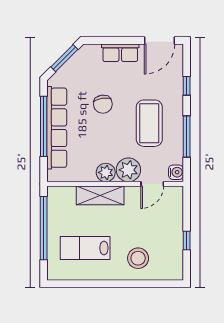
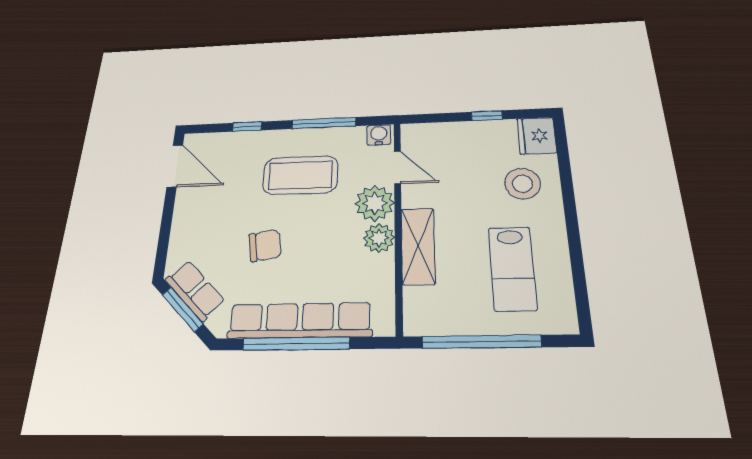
row of seats: (120, 53) -> (195, 290), moved, turned -45
fridge: (171, 269) -> (537, 136), added

